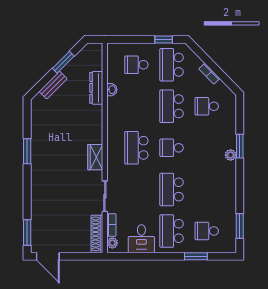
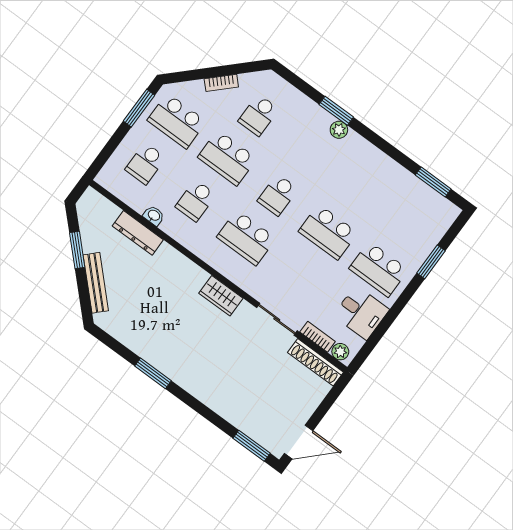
window: (164, 40) -> (139, 108), width x1.50
bench: (53, 85) -> (96, 283), width x1.36
school desk: (207, 231) -> (196, 201), moved

